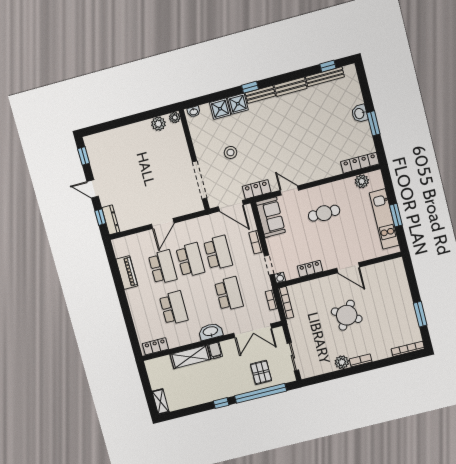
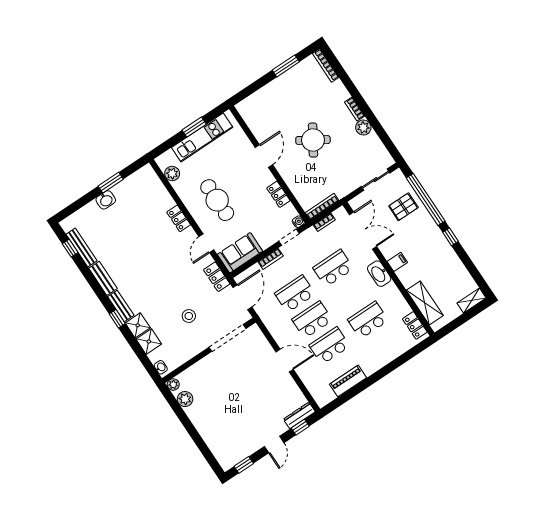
locker: (360, 163) -> (179, 218), moved, width x0.66
cafe table: (324, 213) -> (217, 200), width x1.37, depth x1.35
shelving: (190, 357) -> (425, 303), moved

